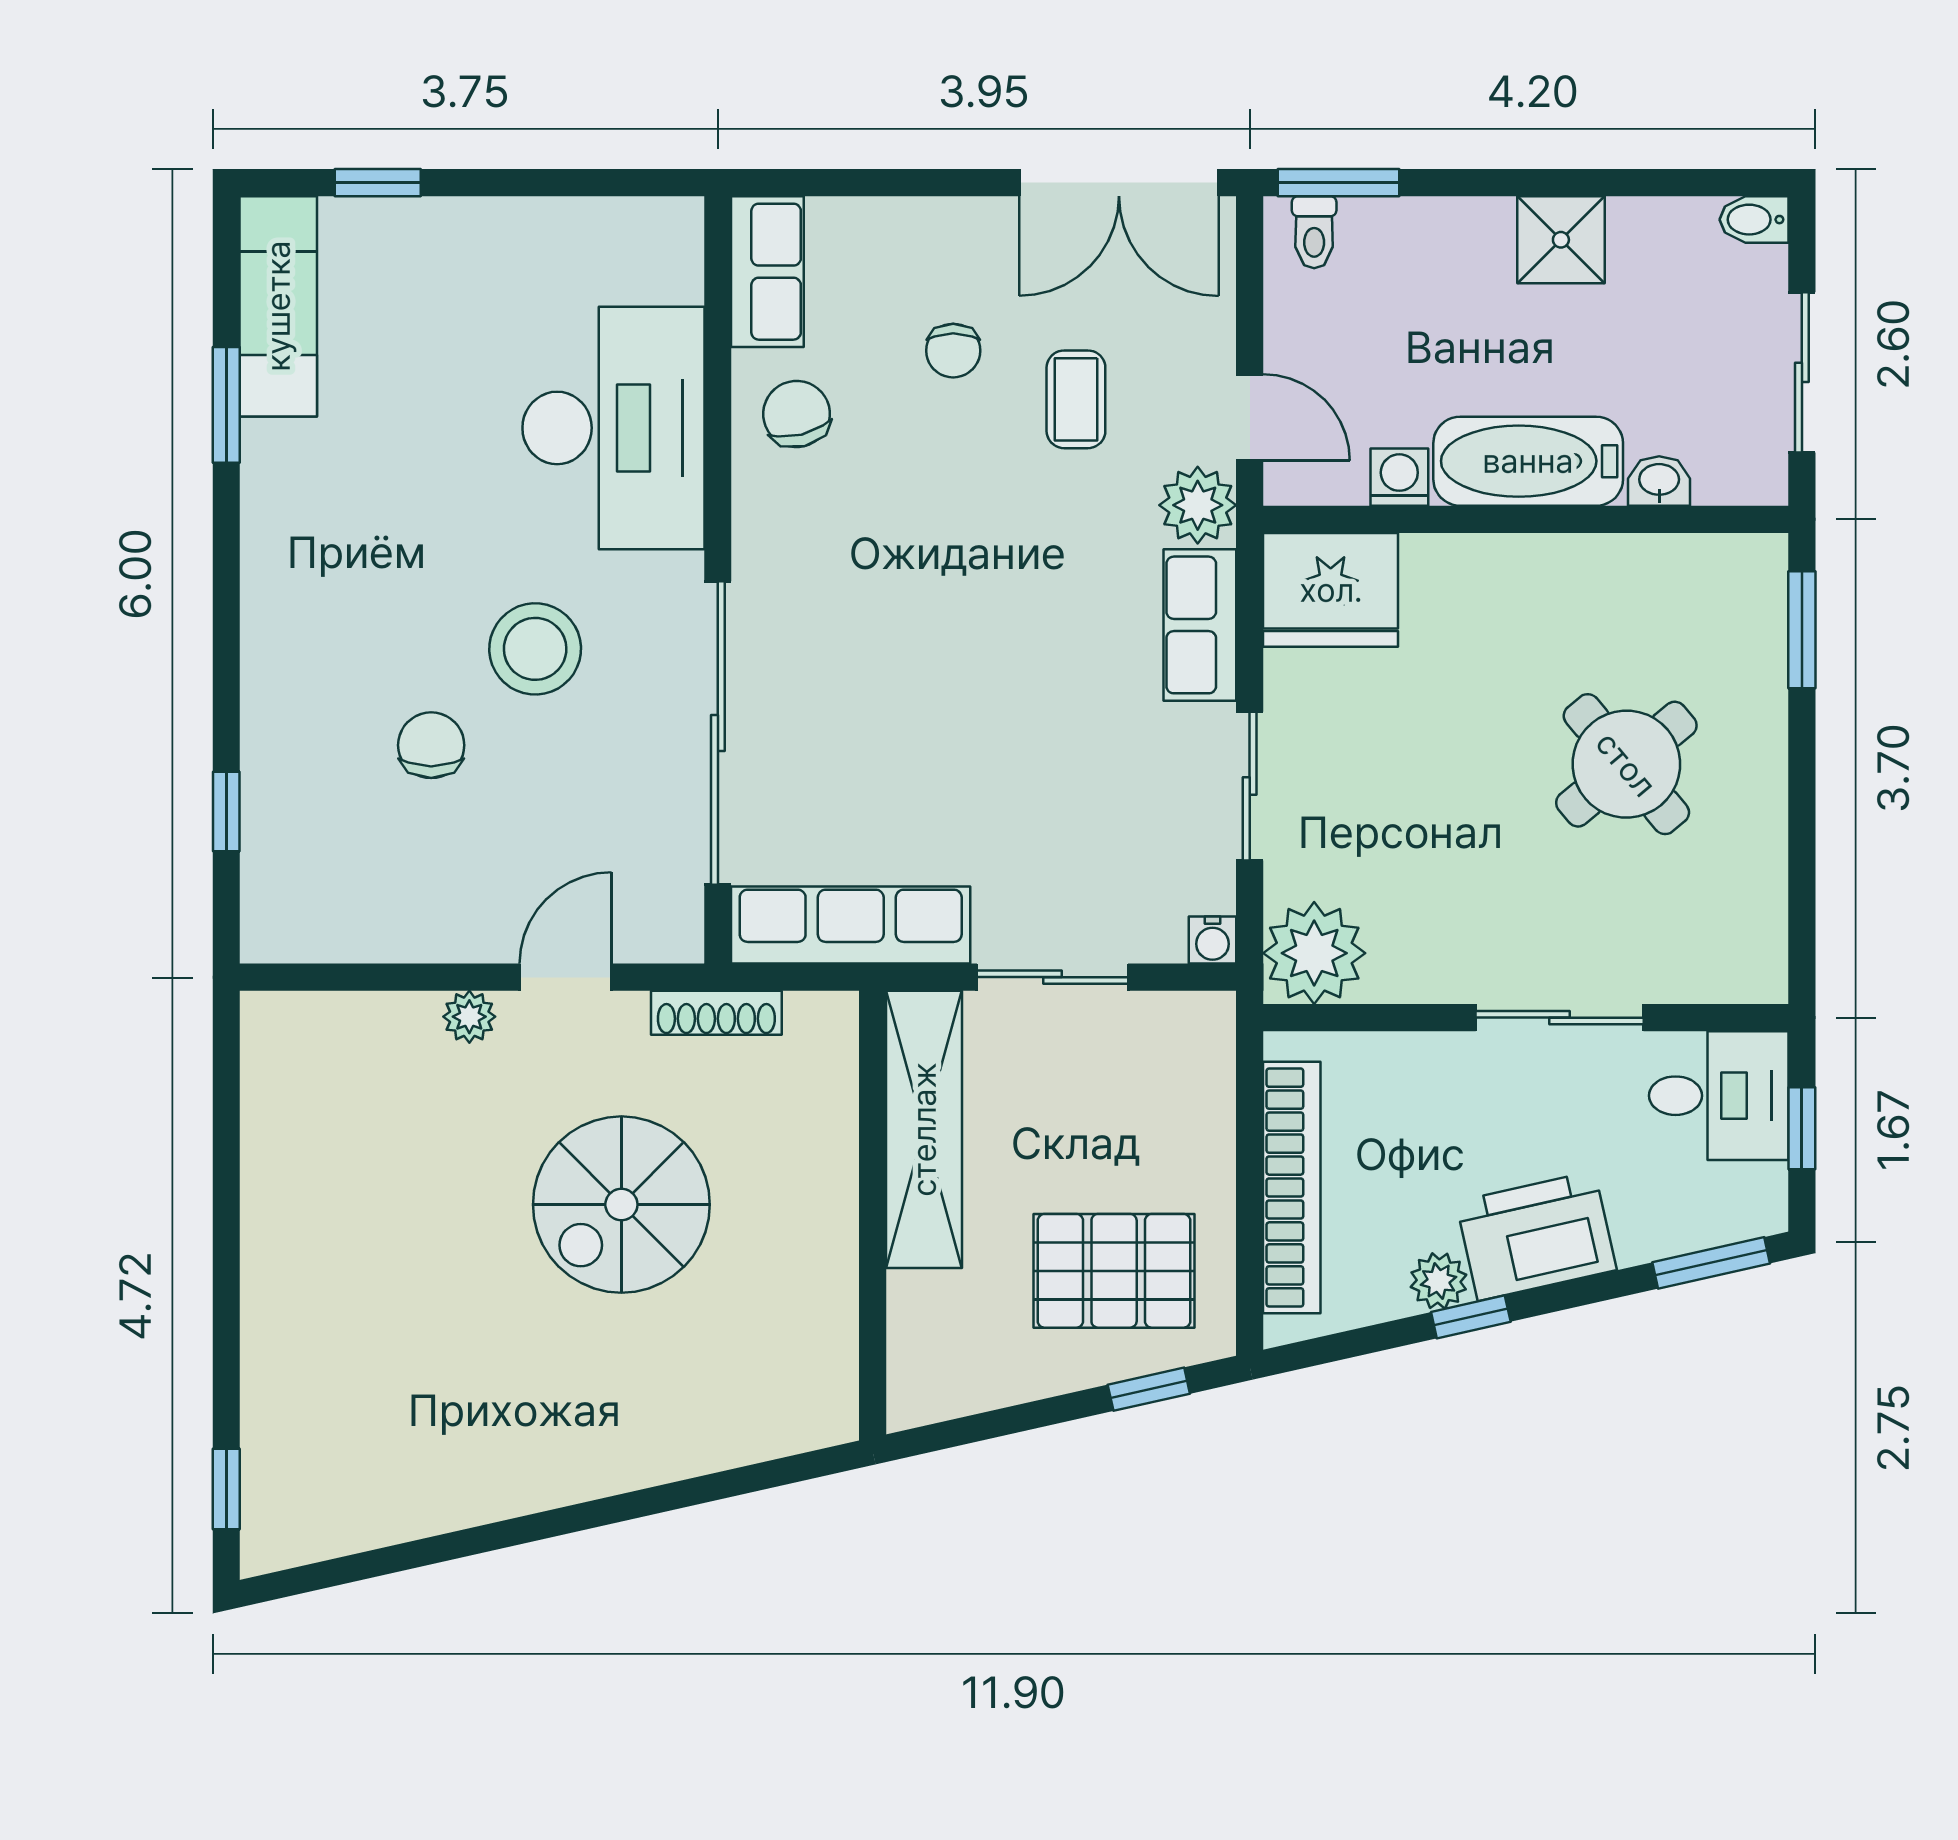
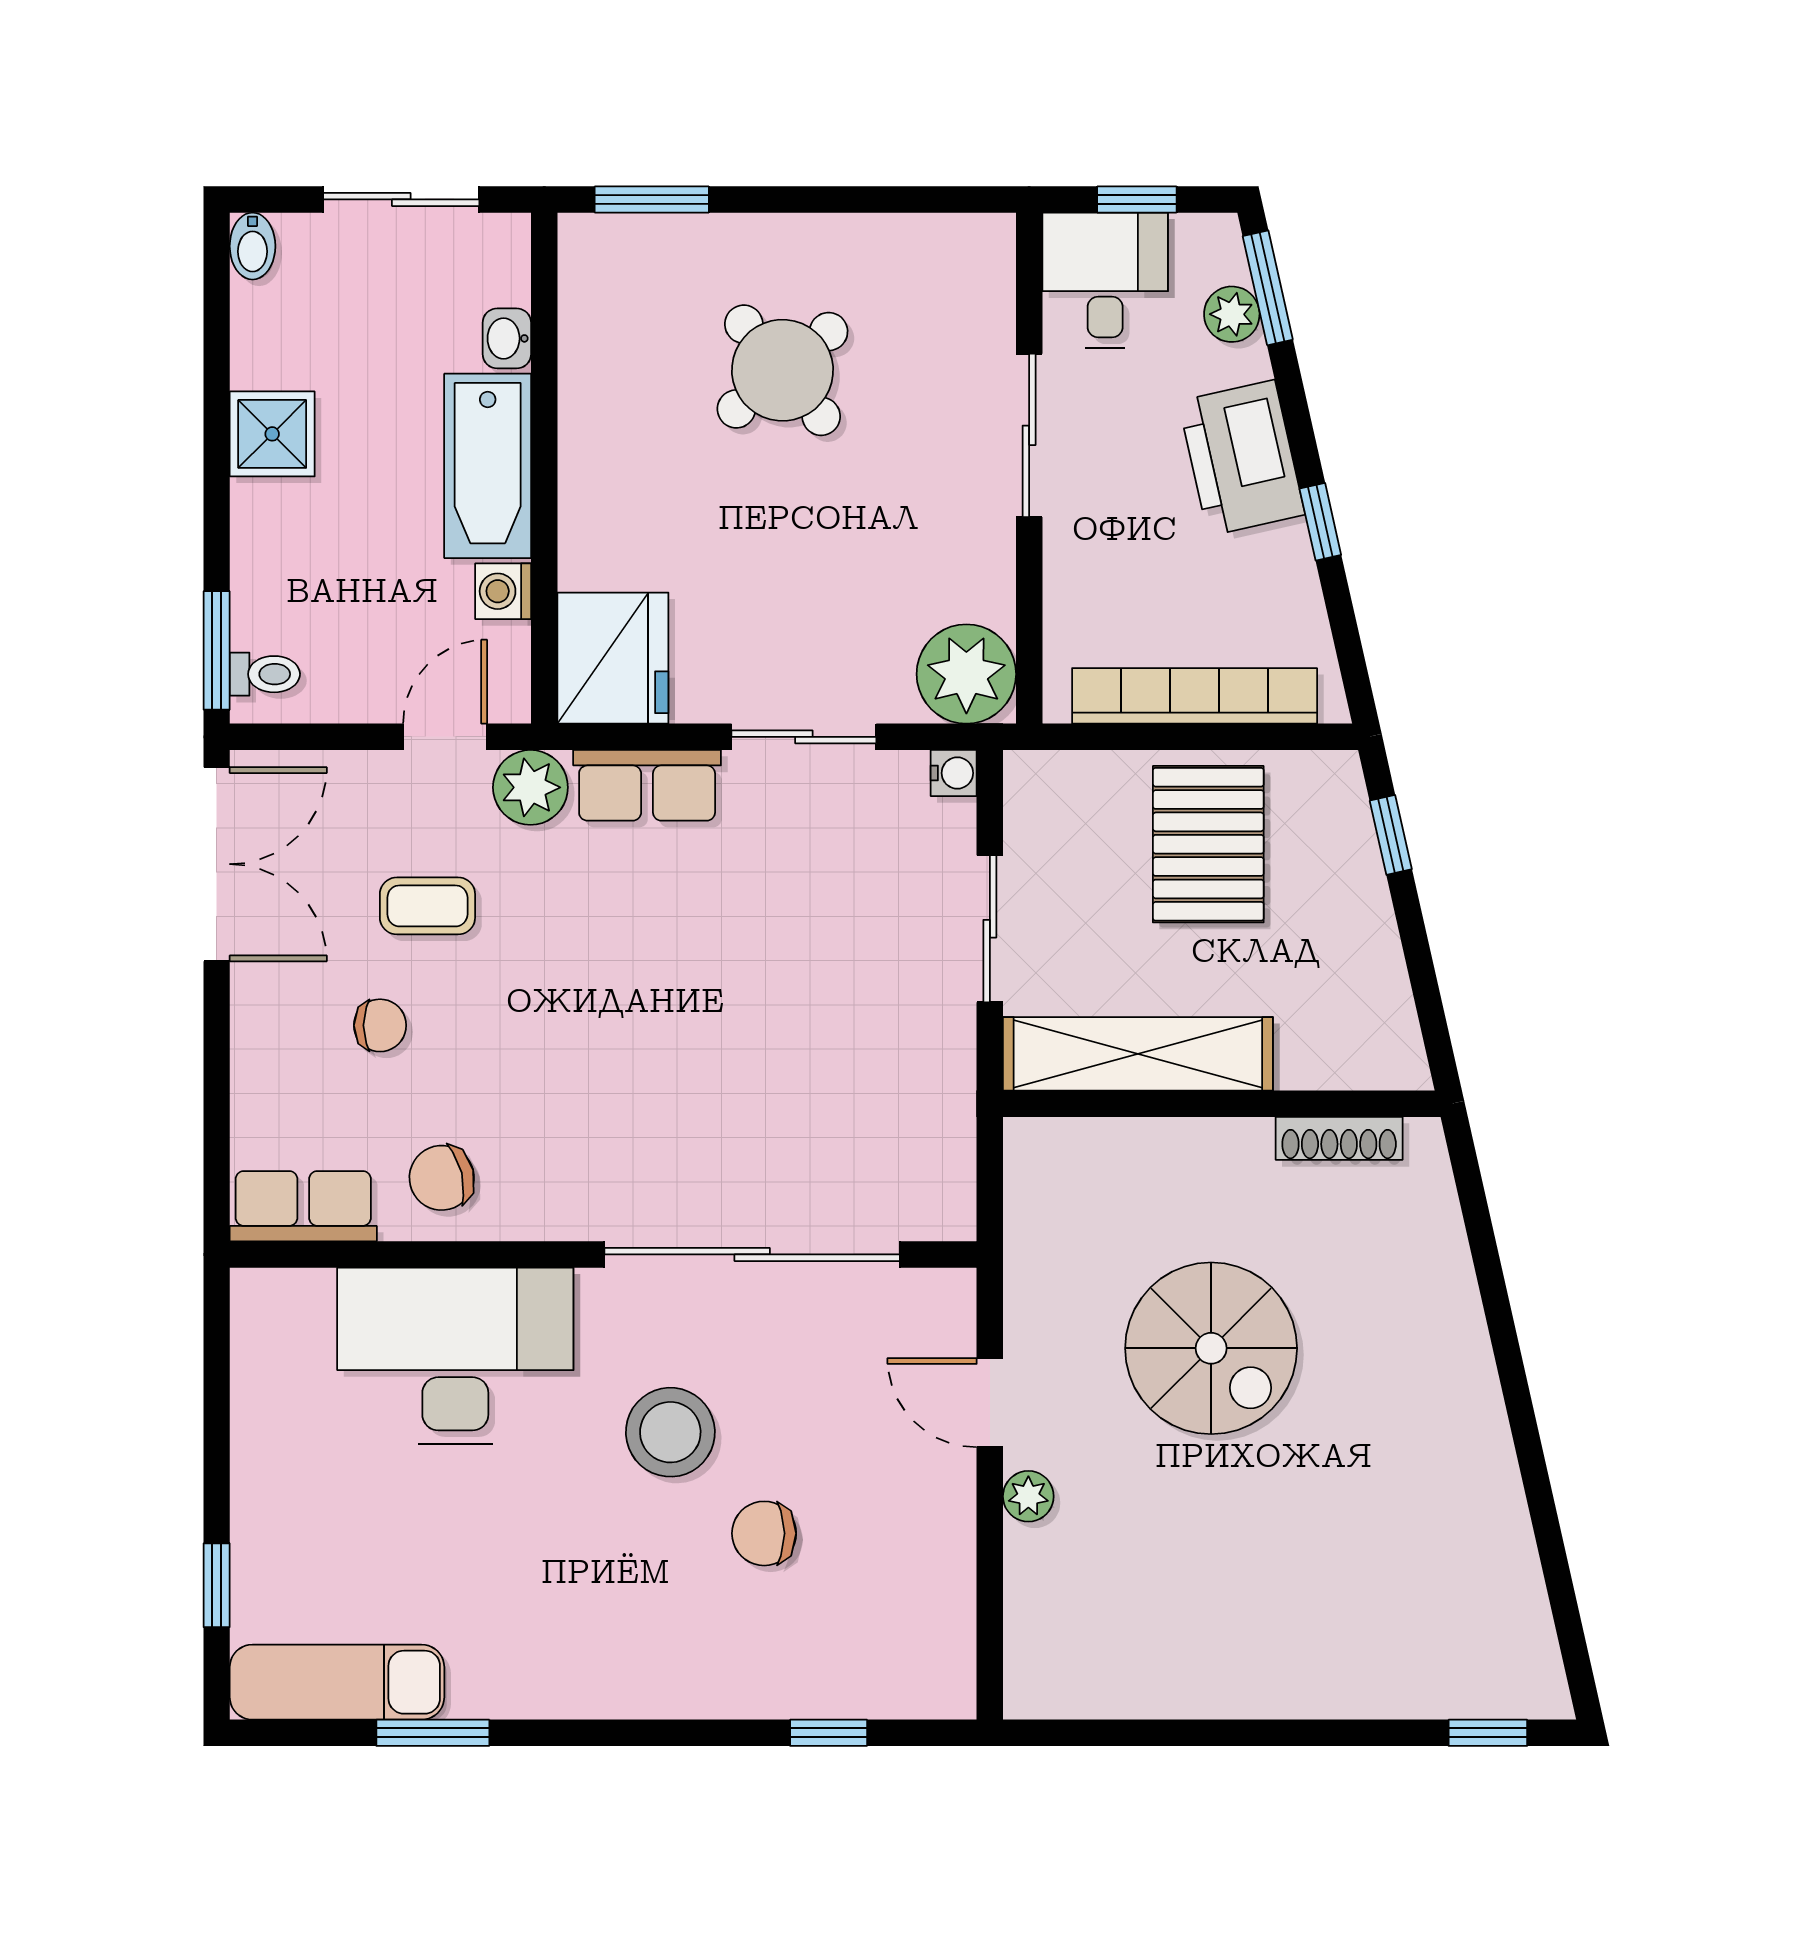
row of seats: (851, 925) -> (939, 1125), removed
shoe rack: (716, 1013) -> (1339, 1138), moved, turned 90
pallet: (1114, 1271) -> (1208, 844), moved
plant: (1439, 1281) -> (1232, 314), moved

